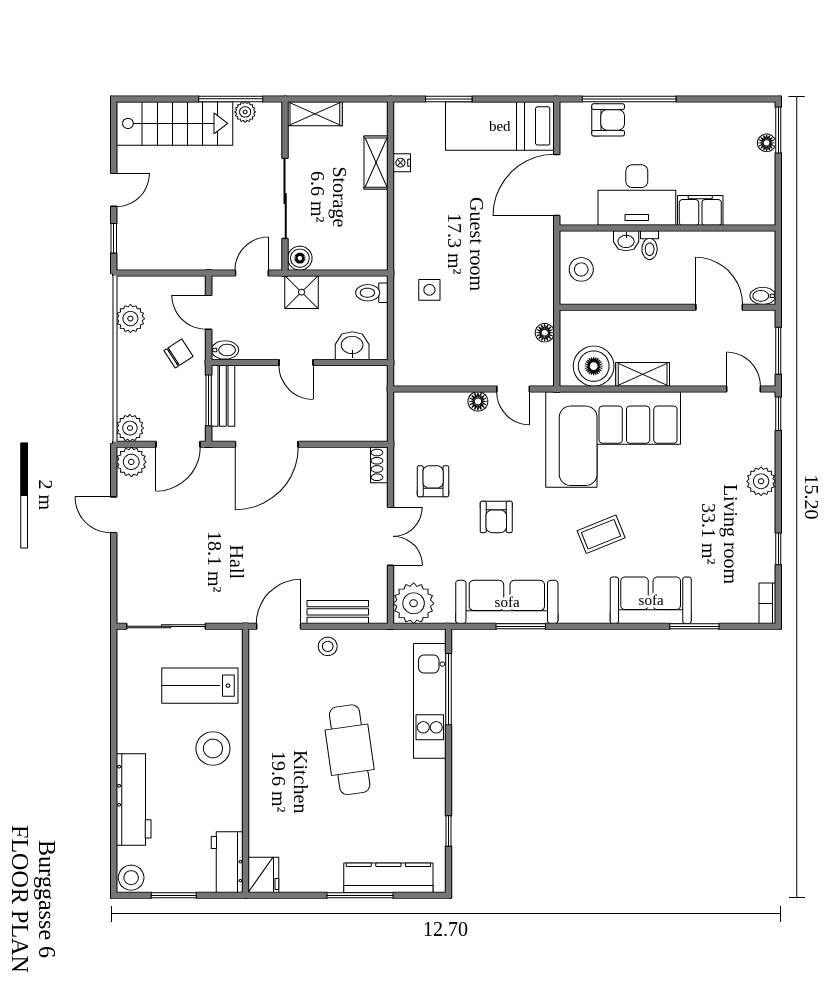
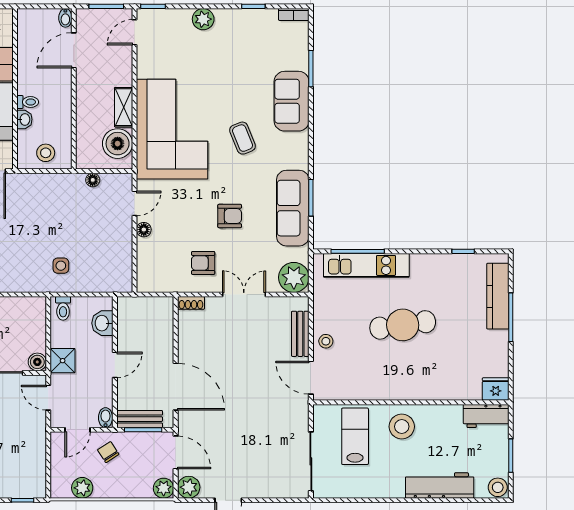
lab bench: (200, 686) -> (355, 436), turned 180

